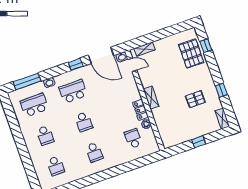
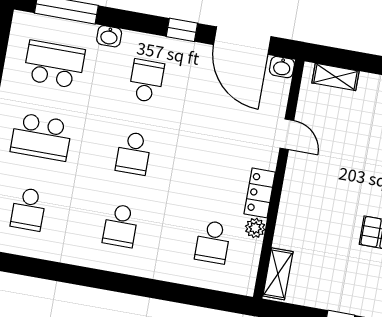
door: (132, 65) -> (287, 134), moved
school desk: (73, 91) -> (146, 81), width x0.54
shelving: (151, 98) -> (278, 274), moved
school desk: (45, 135) -> (41, 137), width x1.85
school desk: (133, 139) -> (213, 242), turned 180

